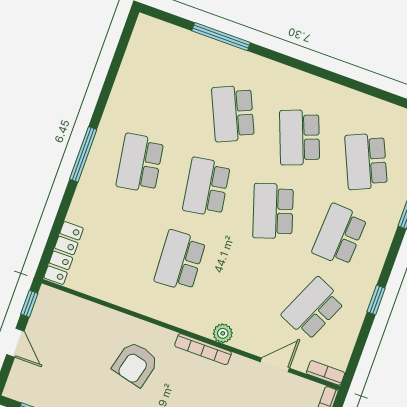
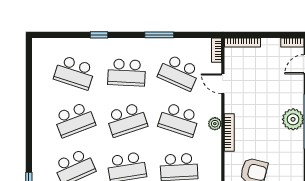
school desk: (366, 161) -> (74, 73), turned 42
school desk: (247, 285) -> (179, 120), added
window: (376, 300) -> (159, 35), width x1.50

